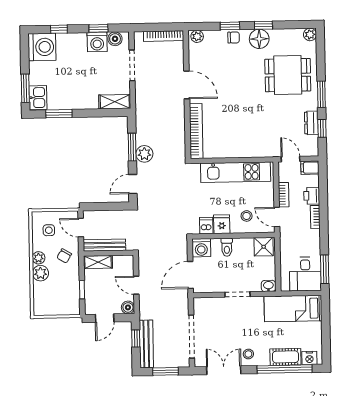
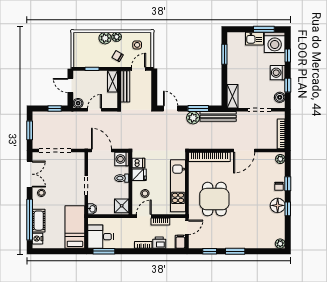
washing machine: (97, 42) -> (278, 73), moved
dining table: (288, 75) -> (214, 199), moved
window: (25, 88) -> (264, 29), moved
kitchen sink: (38, 98) -> (255, 39), moved
dresser: (311, 123) -> (214, 243), removed
bench: (146, 344) -> (218, 116), moved

